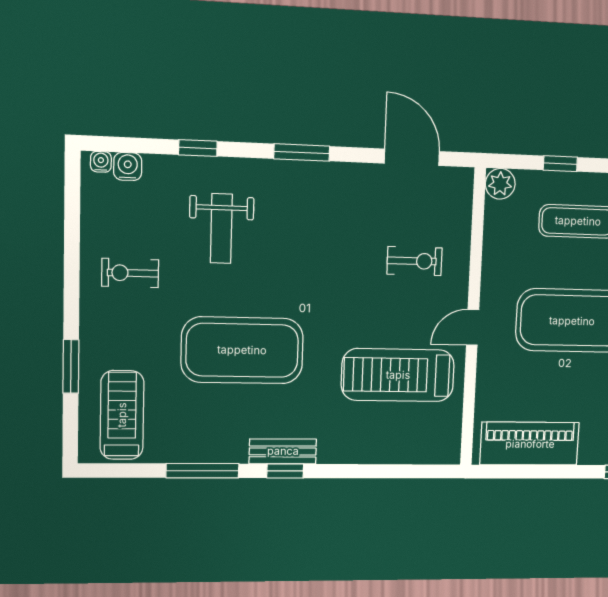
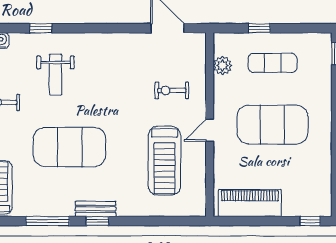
window: (302, 153) -> (101, 28), removed
plant: (500, 184) -> (223, 66), moved
exercise bike: (415, 261) -> (172, 90), turned 180
treadmill: (398, 375) -> (165, 161), turned -90

